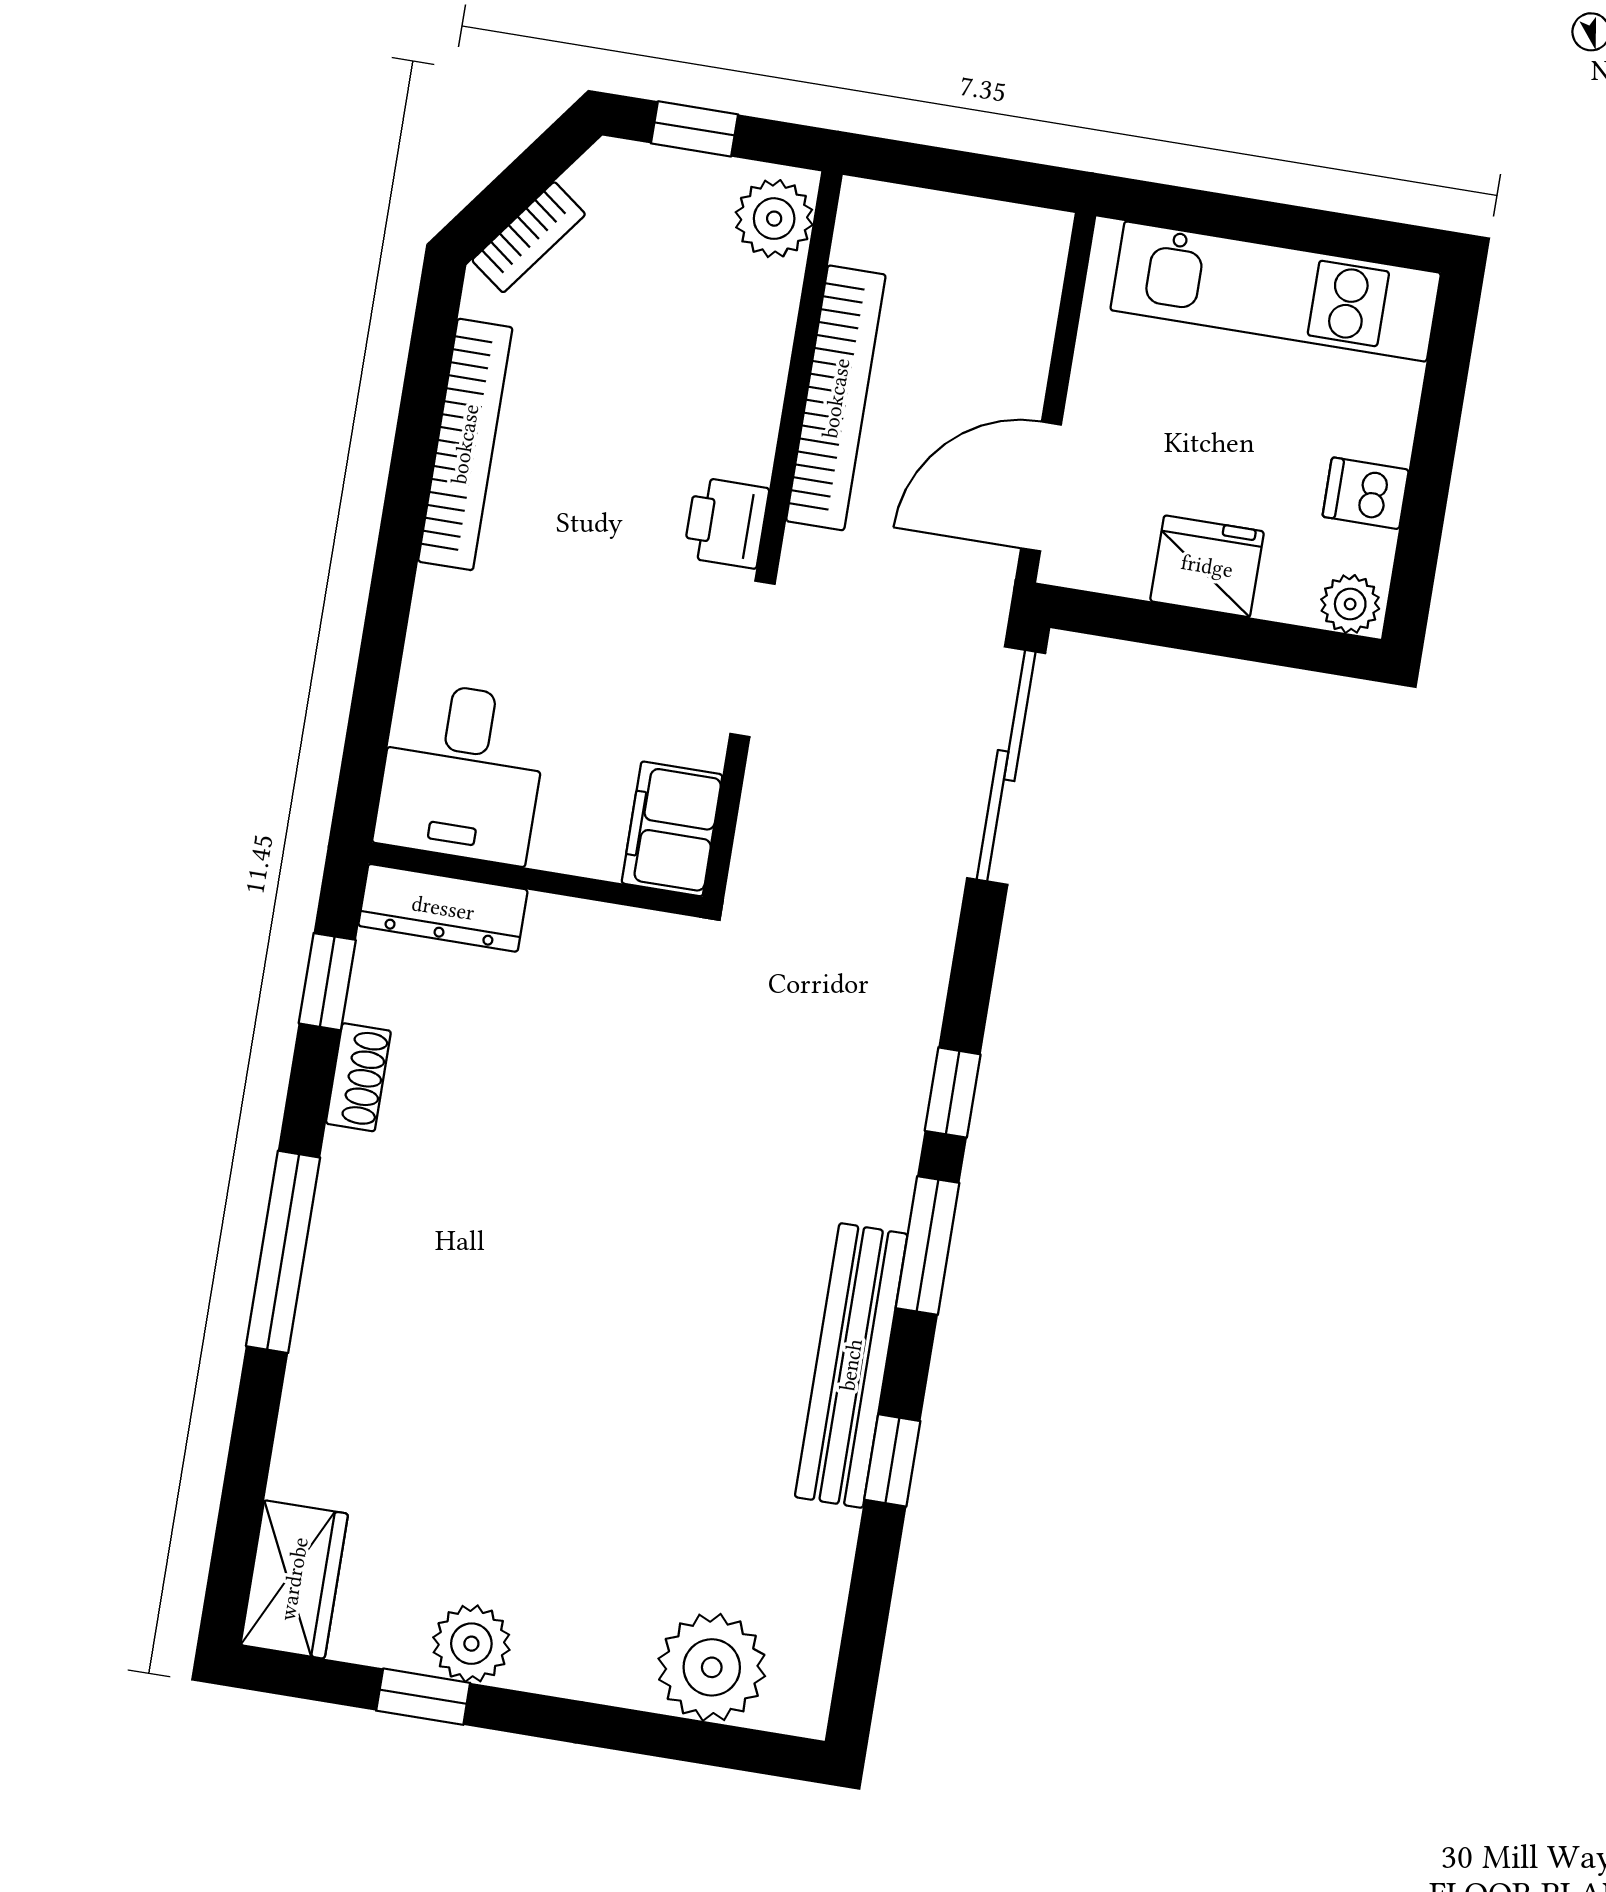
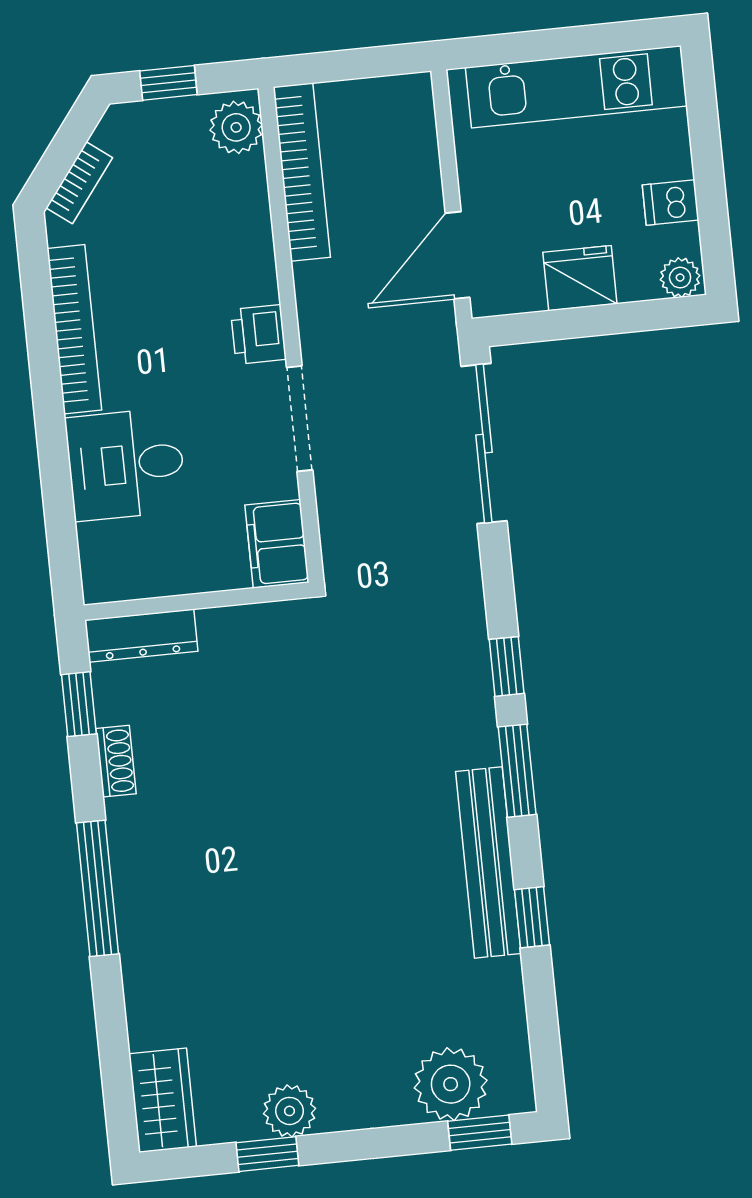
bookcase: (836, 398) -> (302, 172), moved
desk: (462, 772) -> (126, 464), moved, turned 90
window: (735, 1748) -> (480, 1133), added

